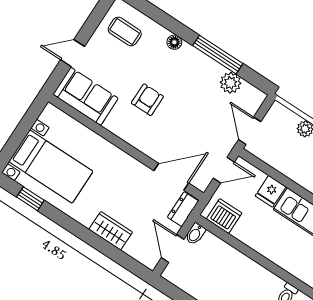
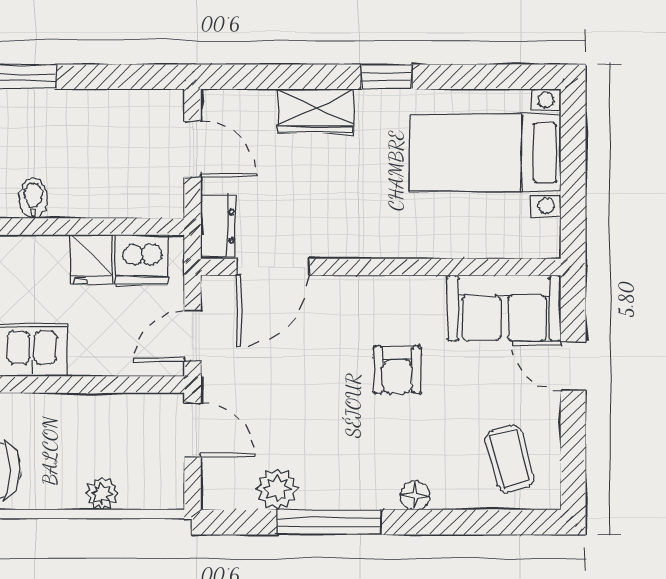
coffee table: (125, 32) -> (510, 459), turned 74
door: (73, 53) -> (573, 366), swing flipped
fridge: (271, 191) -> (91, 259), moved, turned 180
window: (30, 199) -> (386, 77), moved
bidet: (195, 234) -> (33, 198), moved

